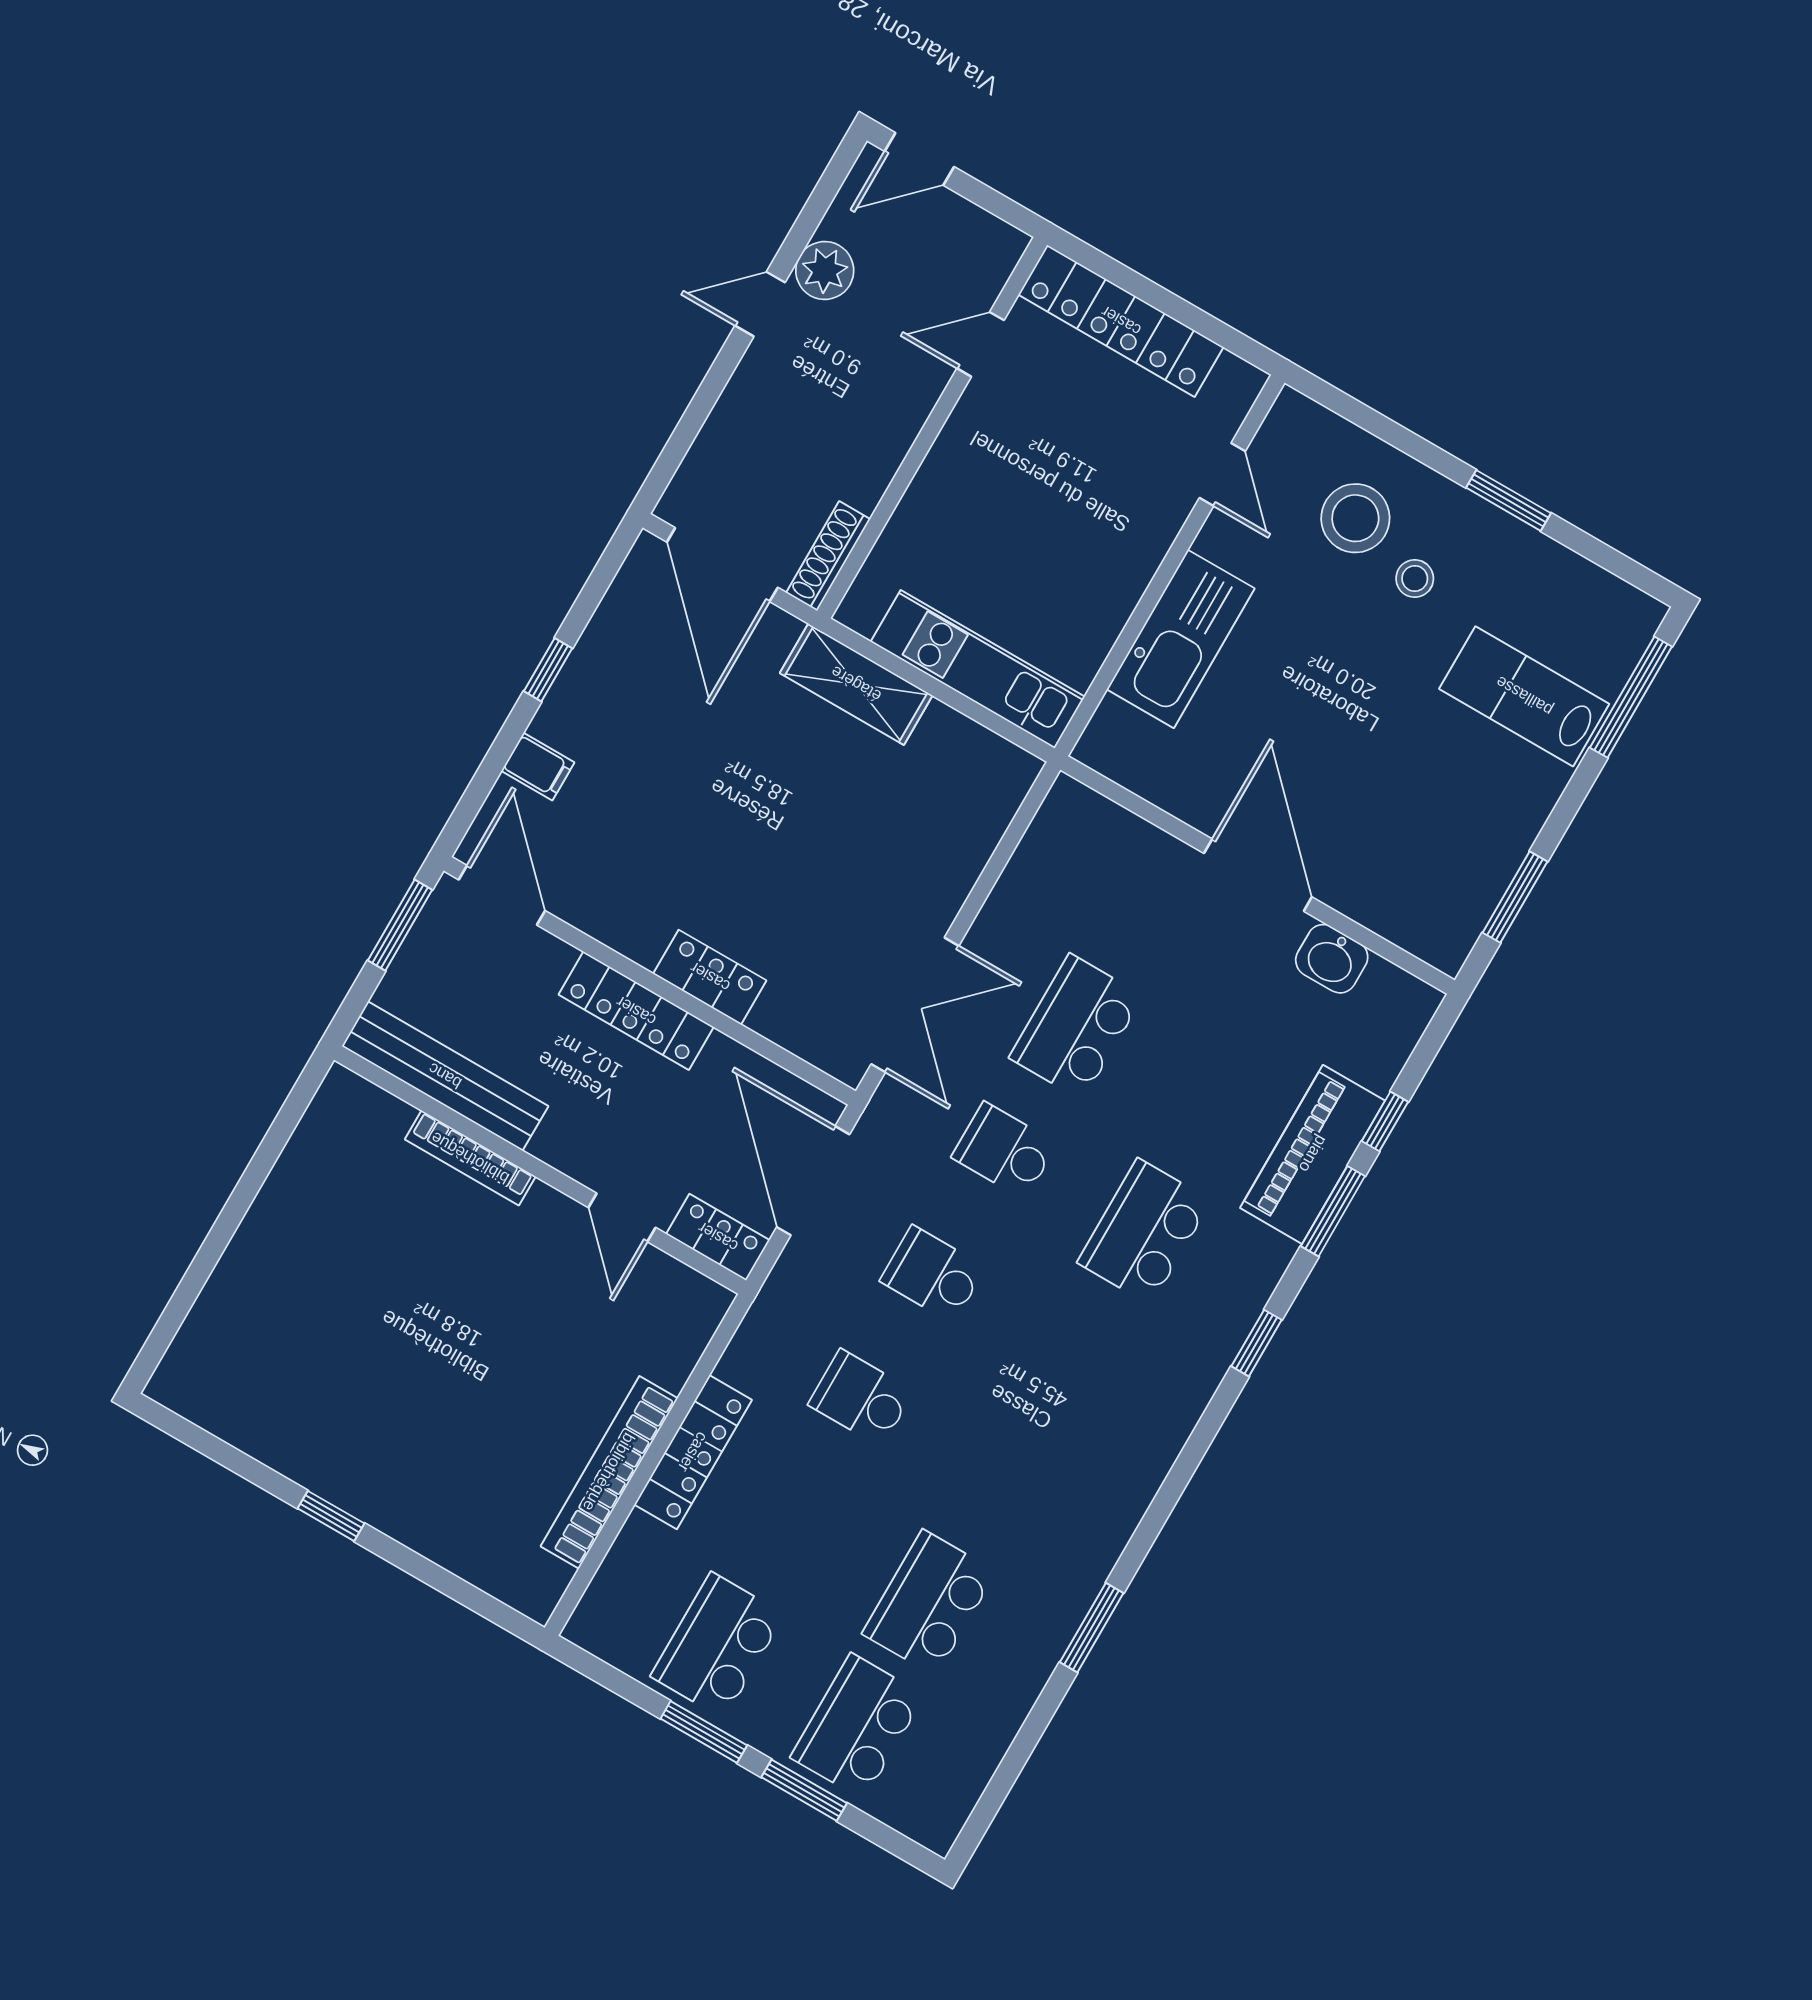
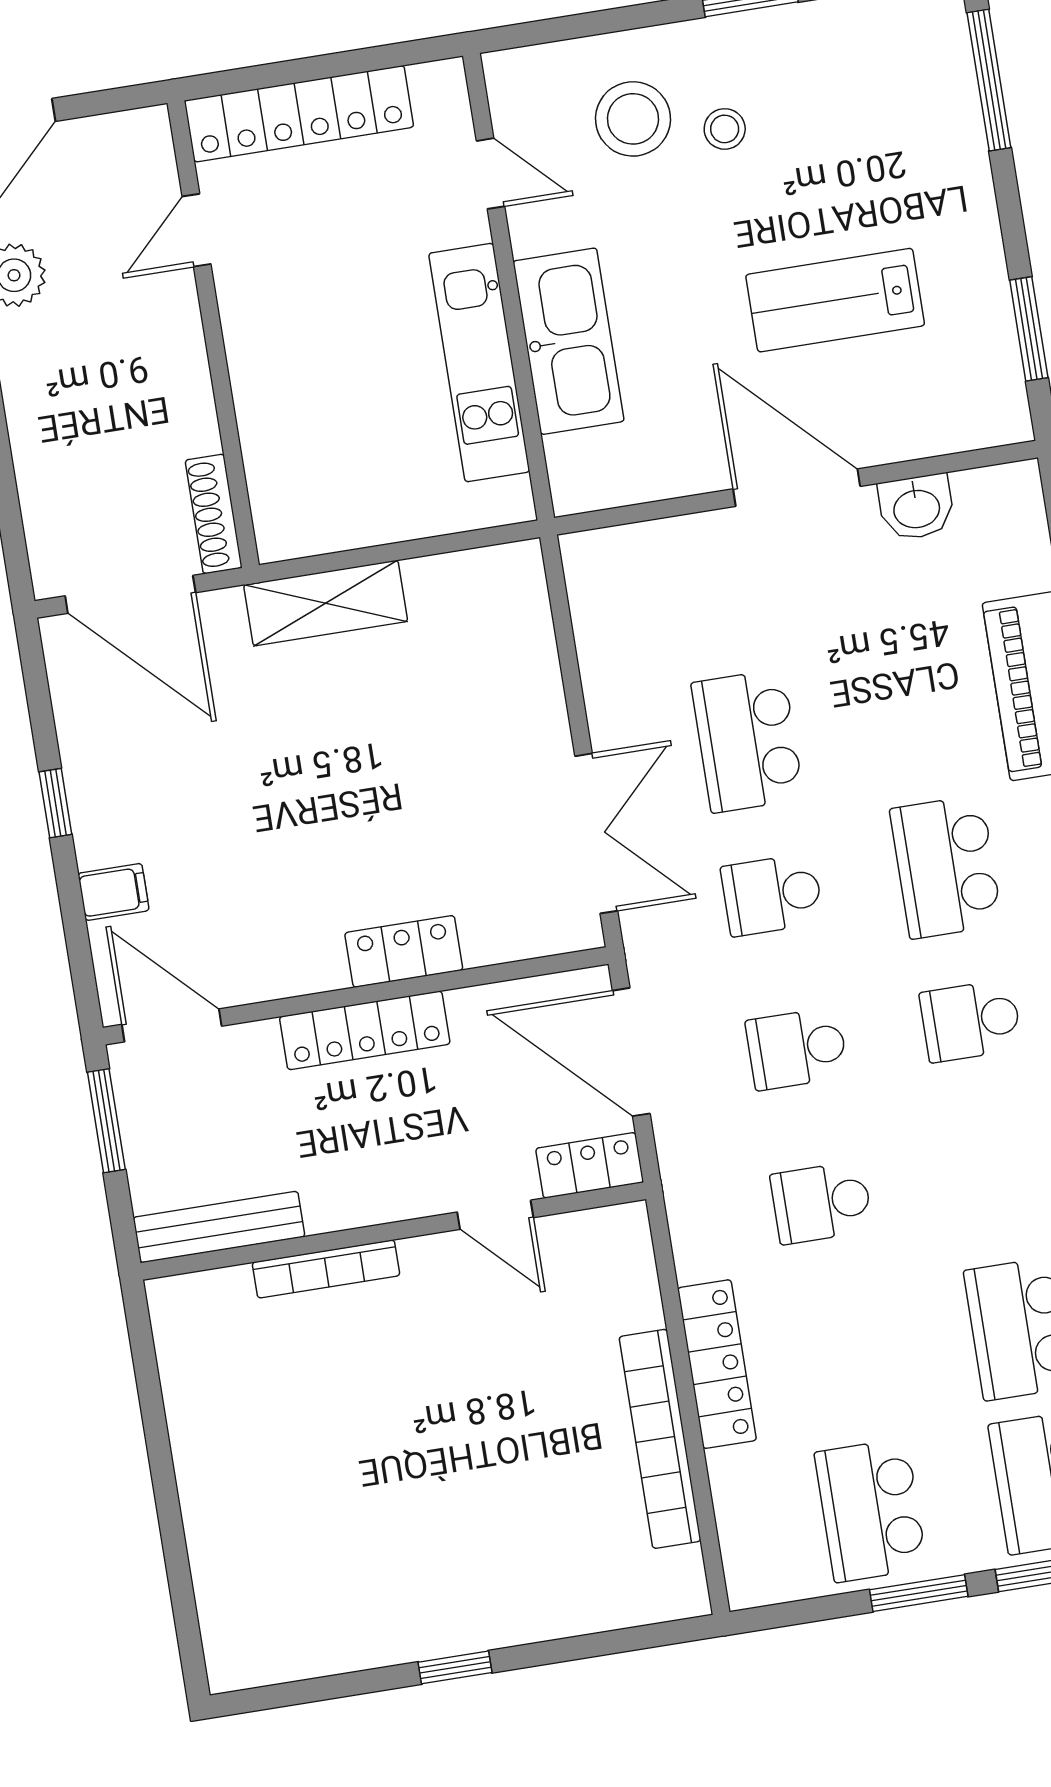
kitchen unit: (978, 669) -> (479, 363), moved, turned -90
lab bench: (1524, 696) -> (835, 300), moved
bench: (445, 1076) -> (219, 1227), width x0.73, depth x0.82
school desk: (1073, 1355) -> (971, 1021), added

